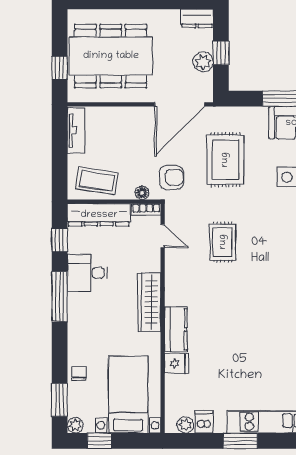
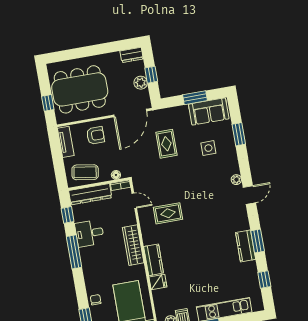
rug: (225, 160) -> (166, 144), width x0.73, depth x0.70
armchair: (171, 177) -> (95, 135), moved
rug: (223, 242) -> (168, 213), moved, turned 90

